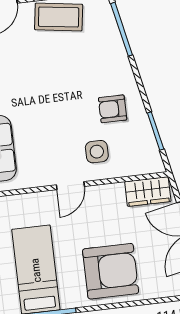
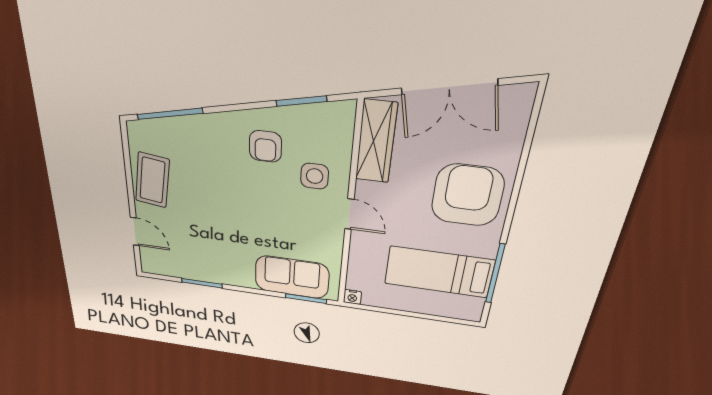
wardrobe: (148, 192) -> (376, 142), width x1.50

